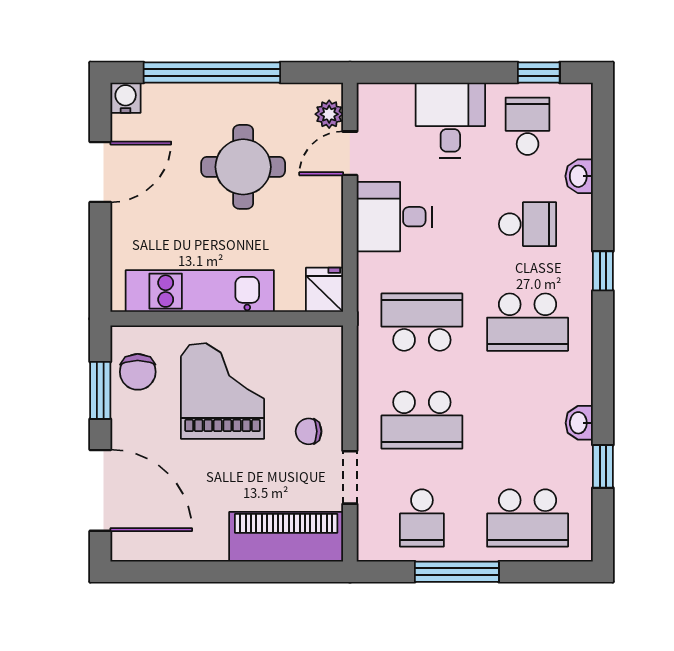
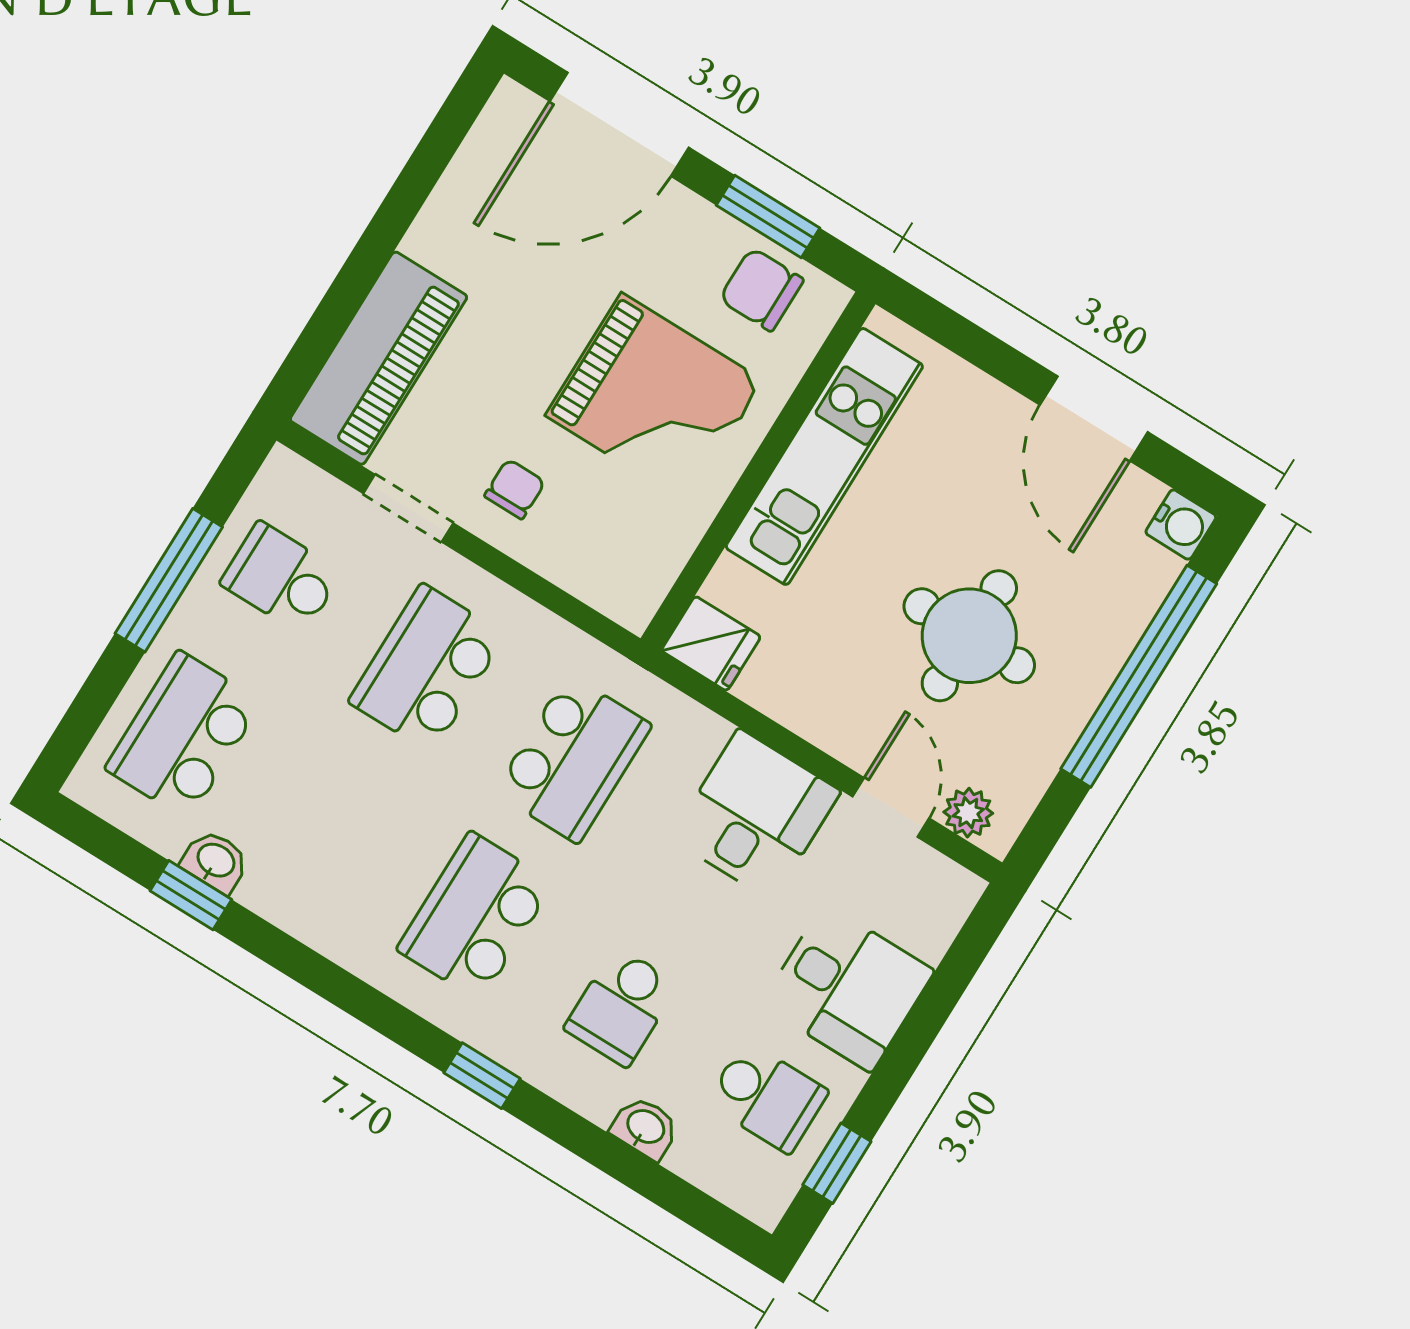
washbasin: (579, 423) -> (215, 861), moved

